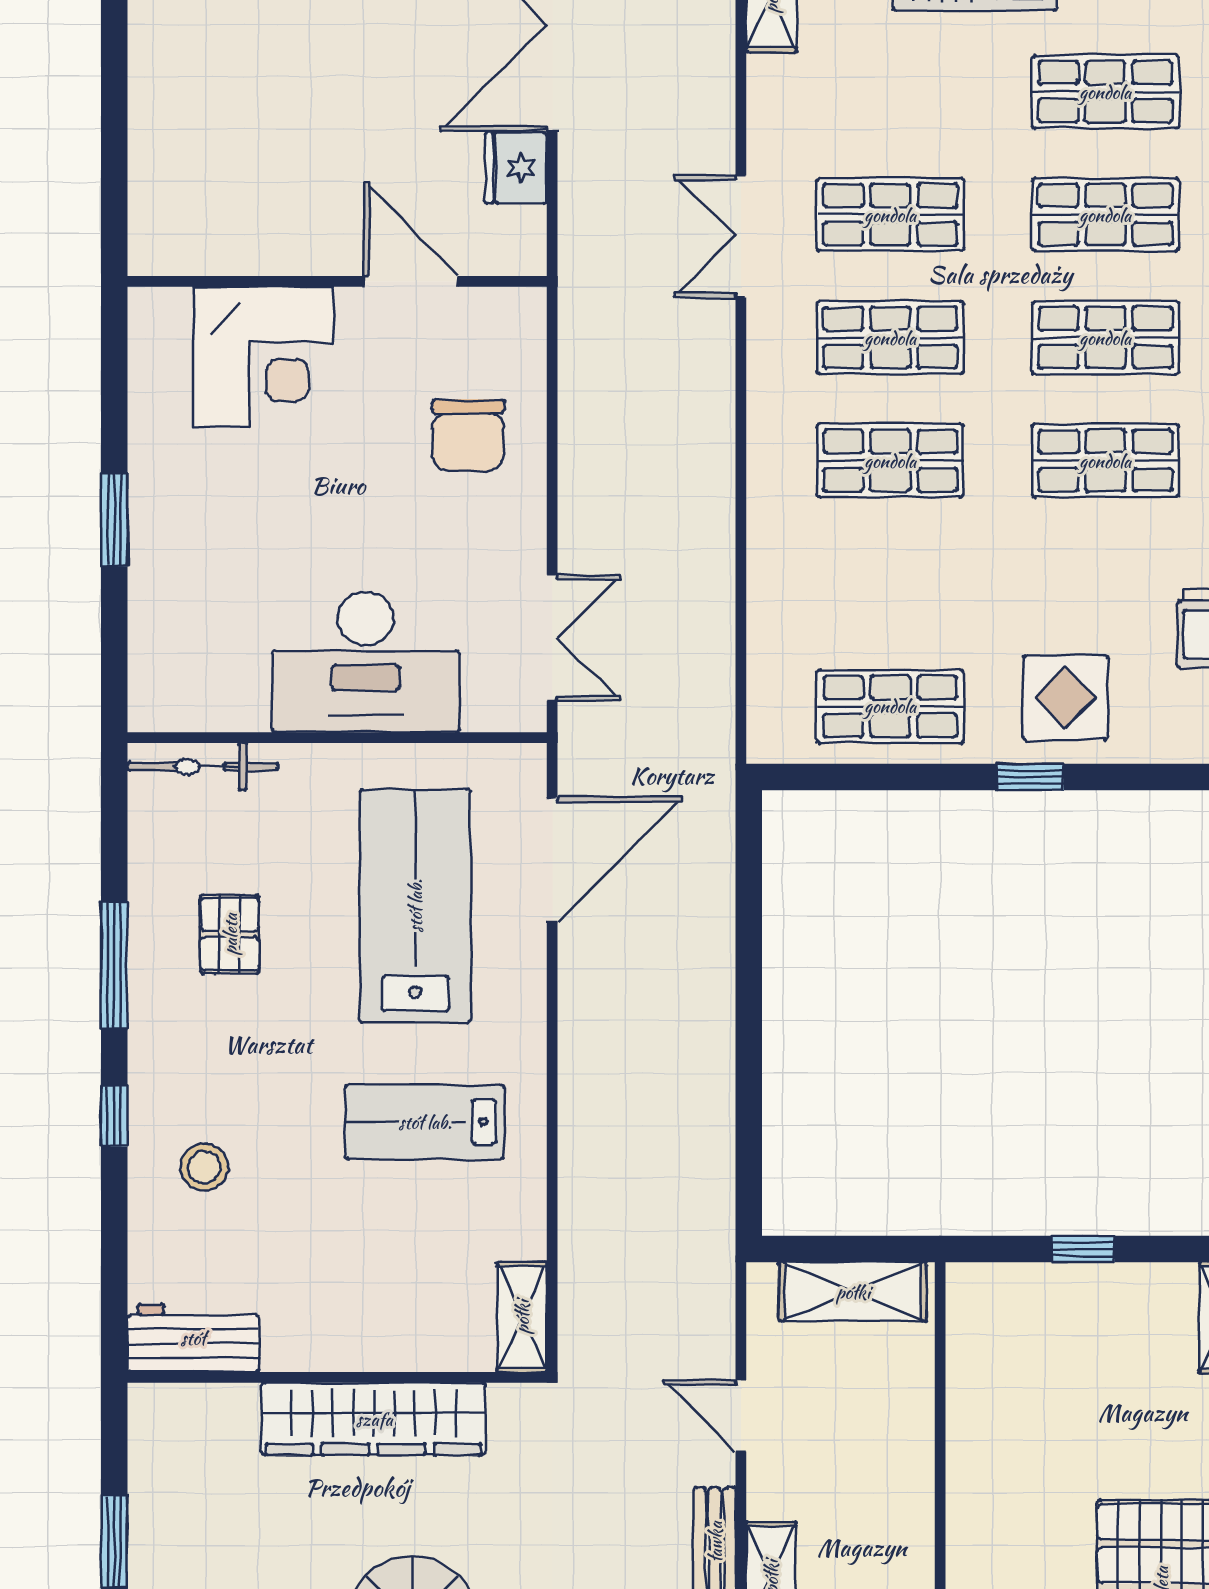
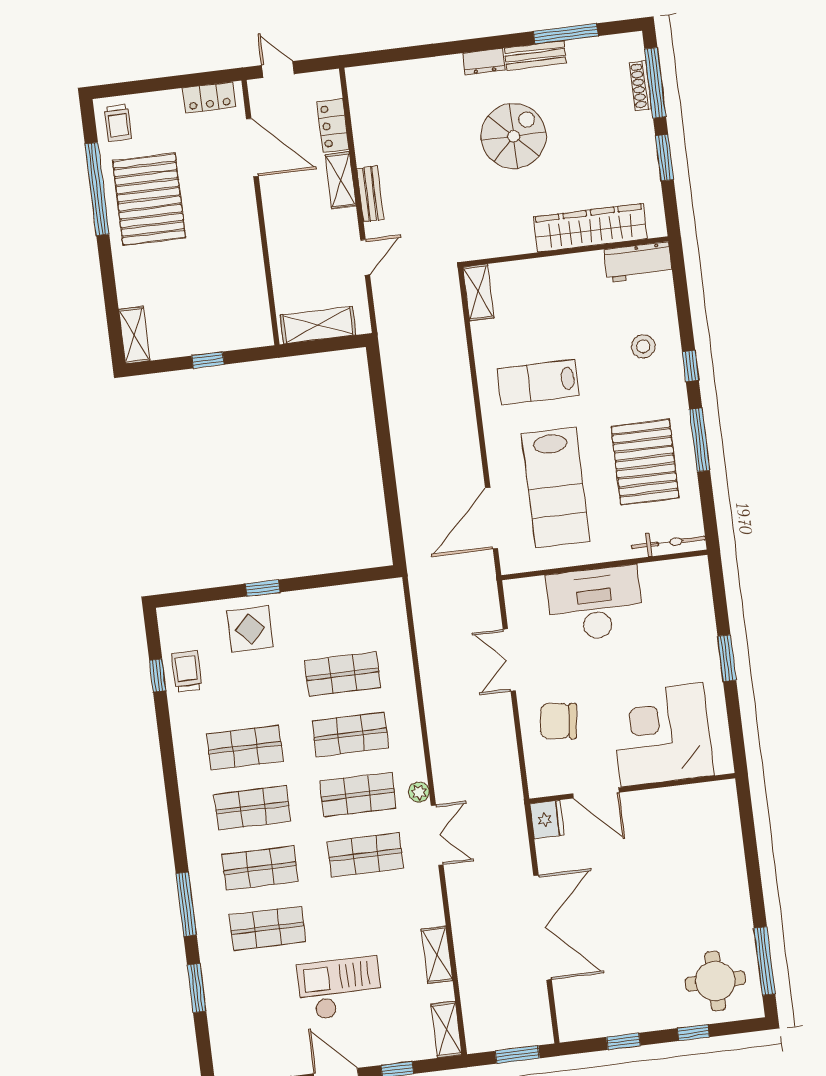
fridge: (516, 168) -> (547, 820), moved
plant: (767, 327) -> (419, 792), added
corner desk: (263, 356) -> (662, 735), width x1.36, depth x1.36
chair: (468, 435) -> (559, 721), turned -83
double door: (552, 638) -> (509, 660), moved
shop shelf: (890, 706) -> (343, 674), moved
pallet: (230, 934) -> (645, 462), width x2.05, depth x2.00
lab bench: (425, 1122) -> (538, 382), turned 180
door: (741, 1416) -> (365, 257), hinge flipped
wardrobe: (374, 1419) -> (590, 228), moved

